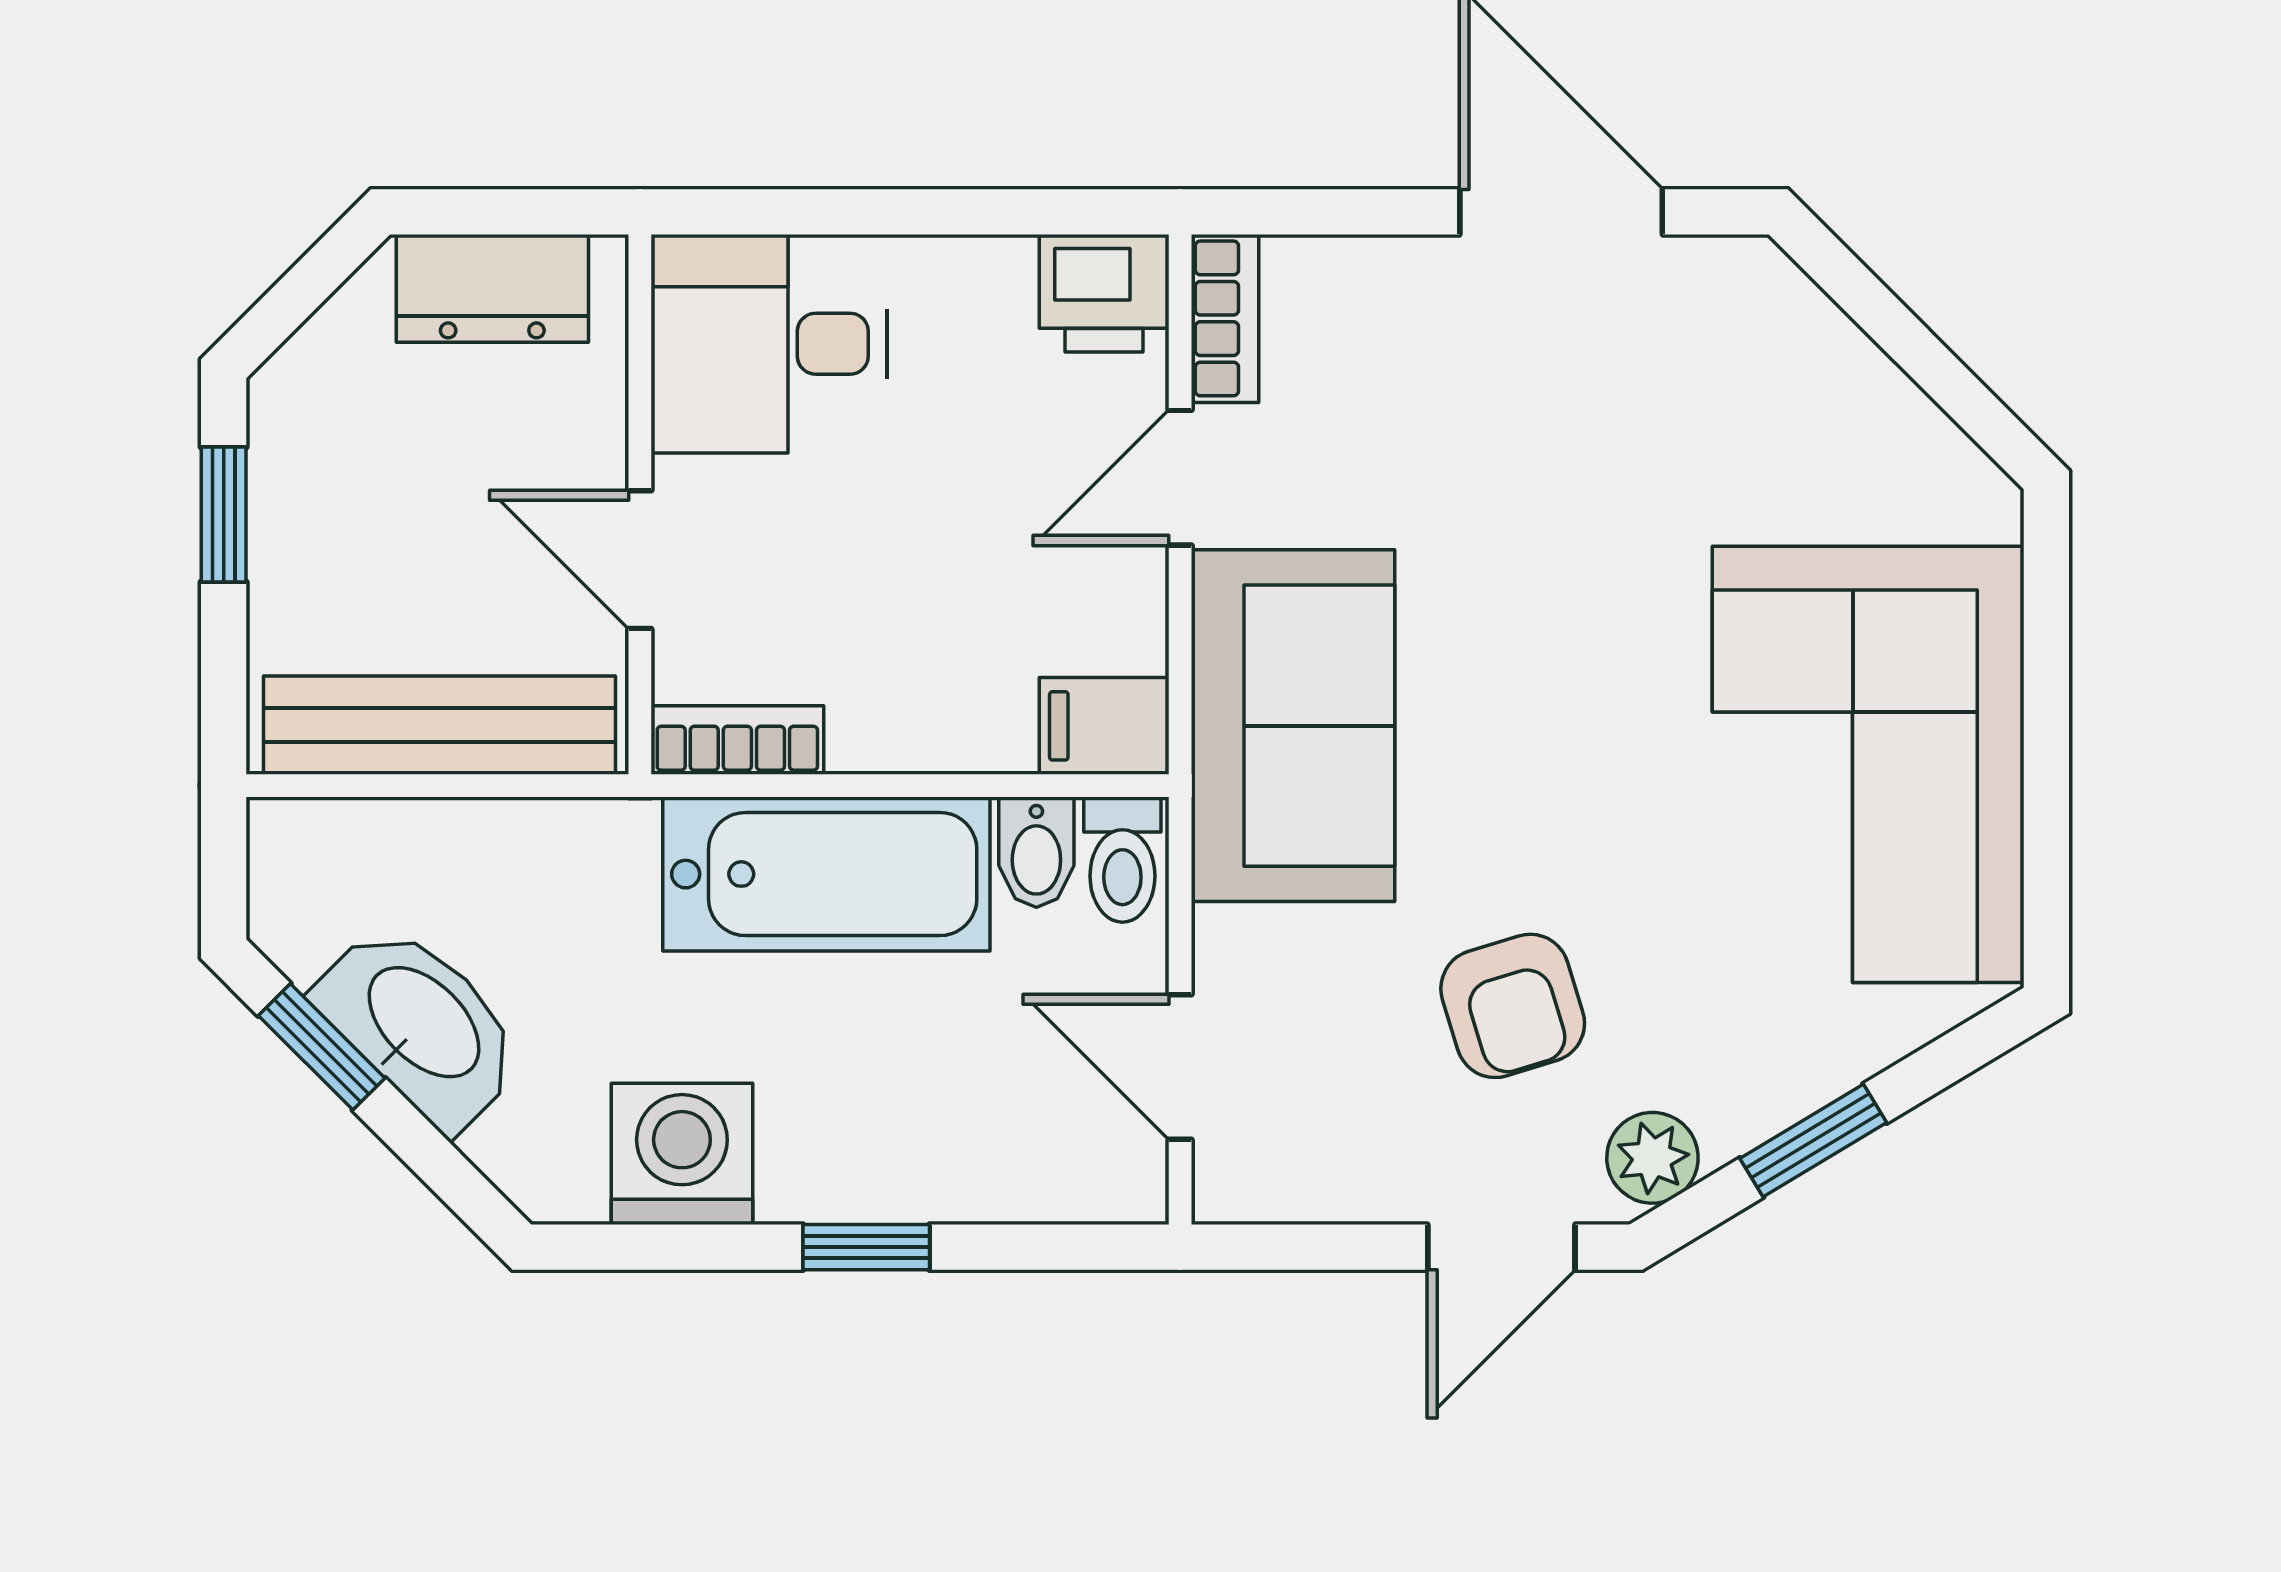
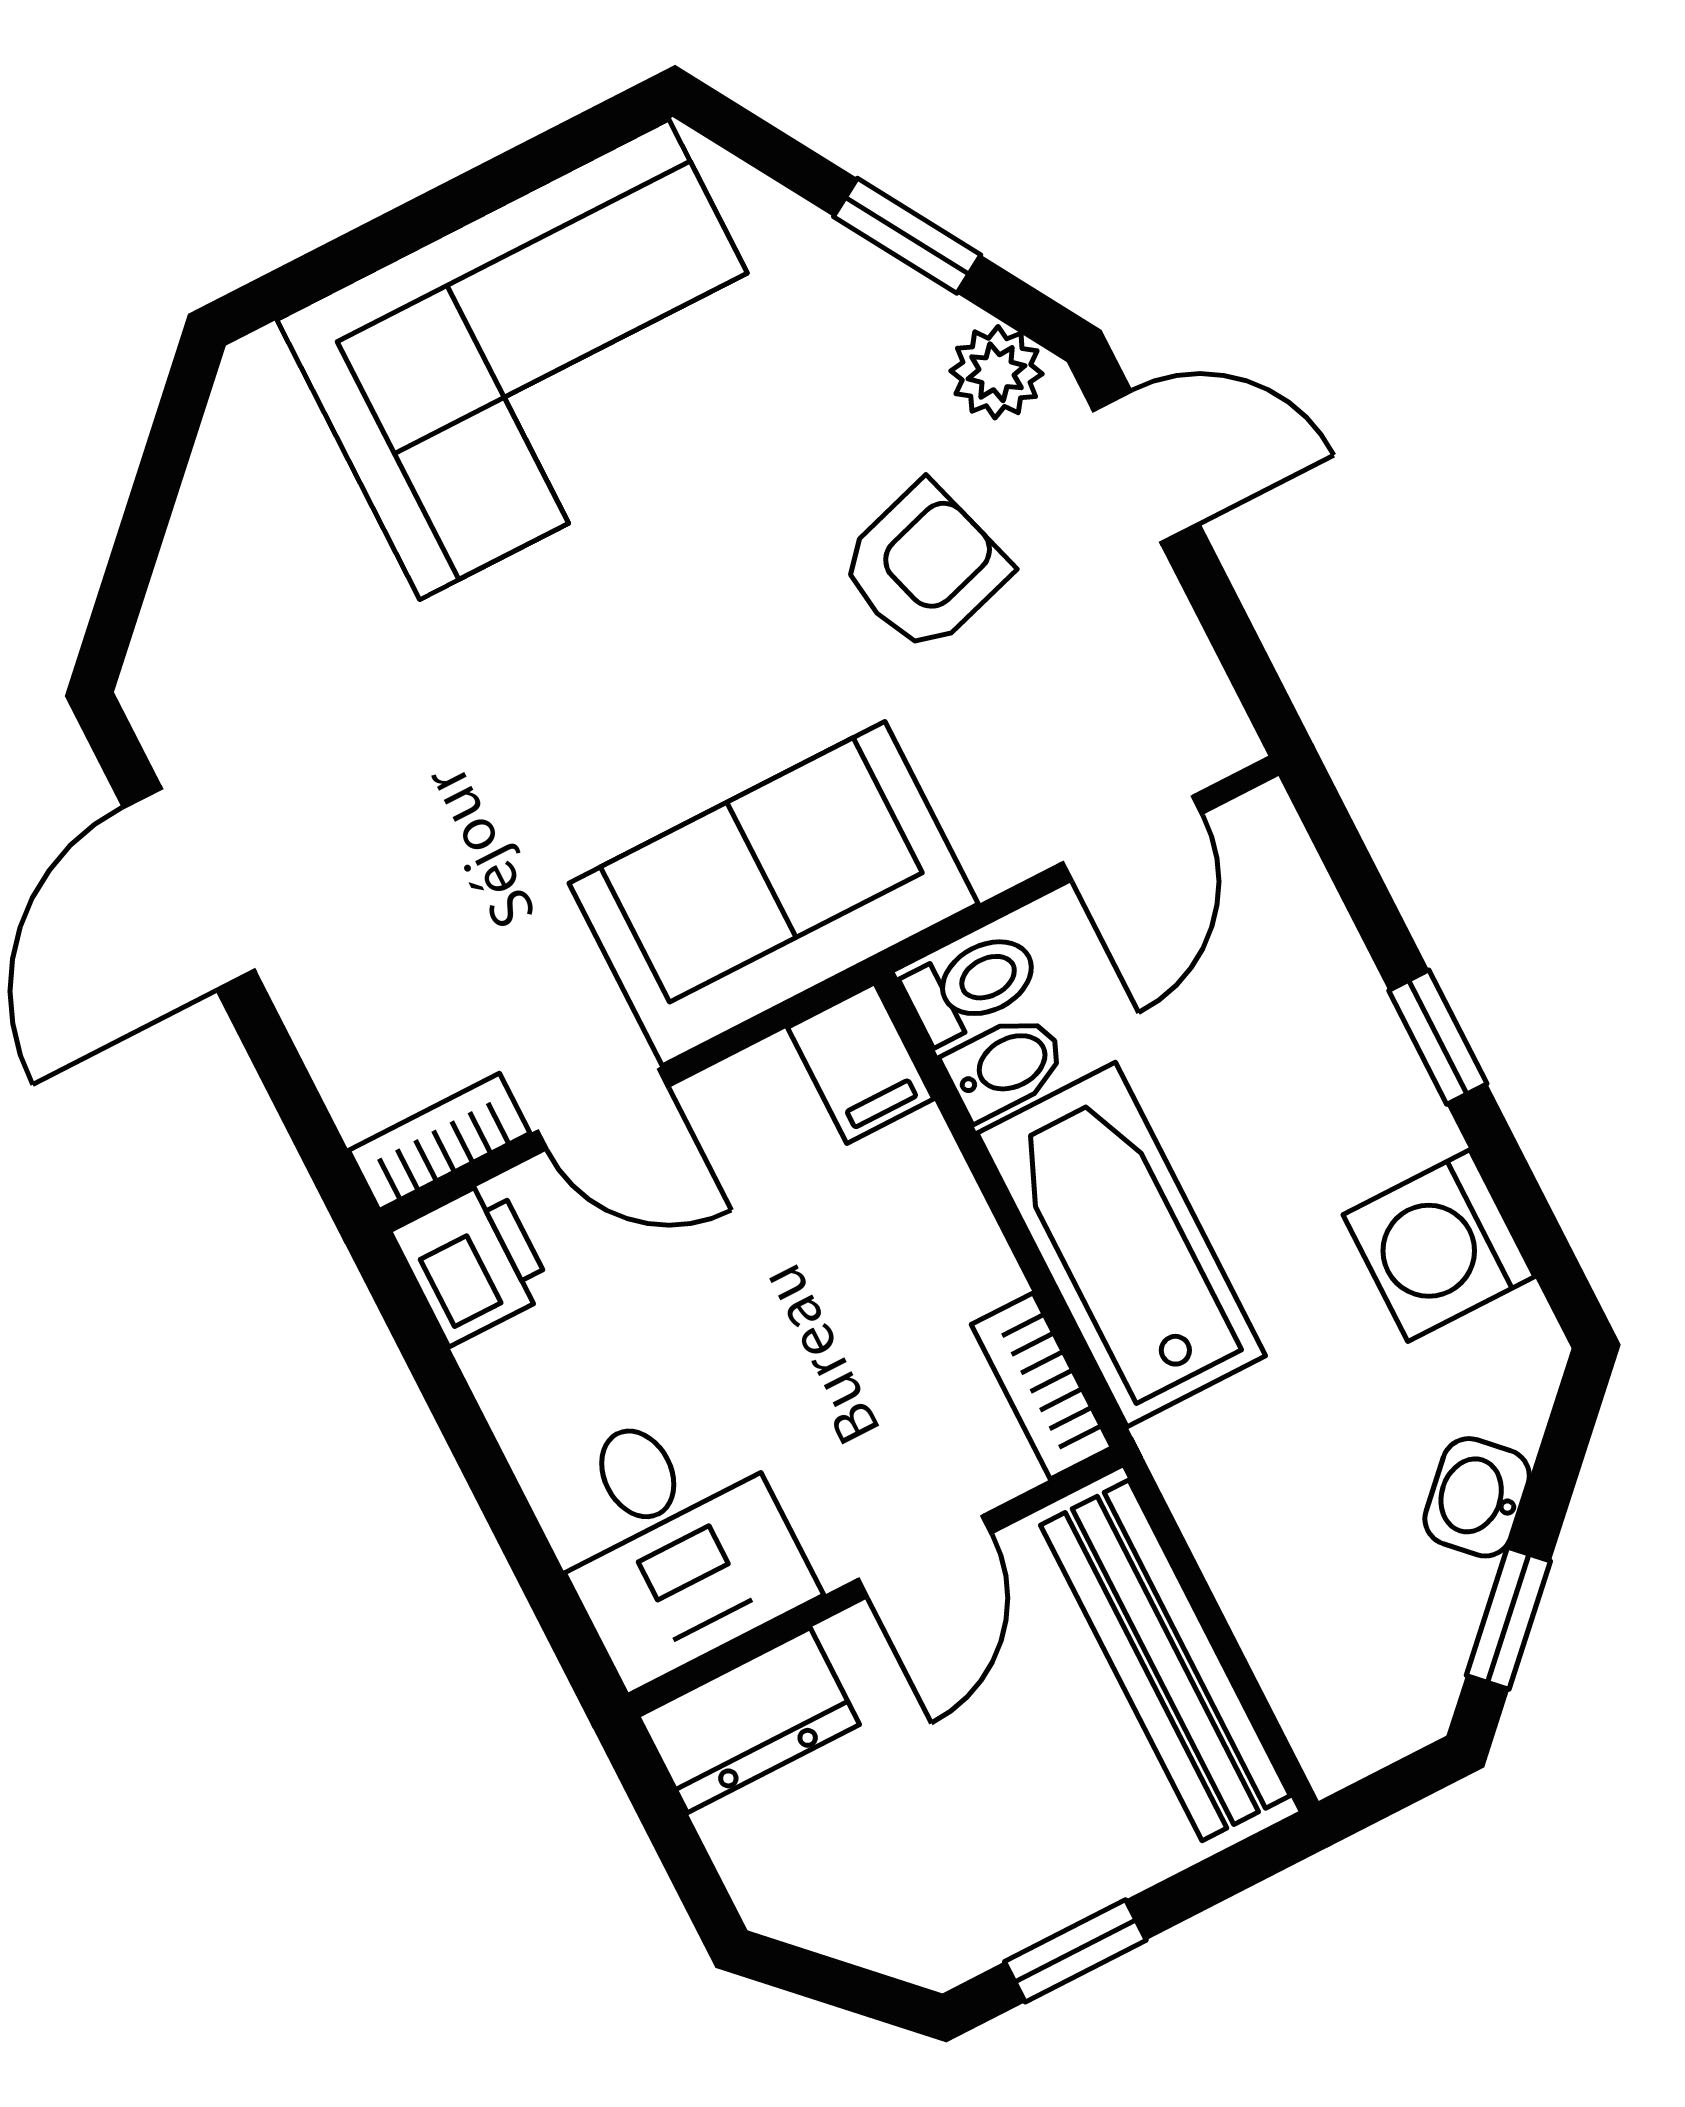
dresser: (492, 288) -> (749, 1720), moved, turned 90
washbasin: (421, 1025) -> (1477, 1497), width x0.52, depth x0.69

